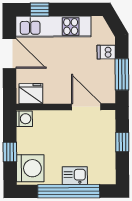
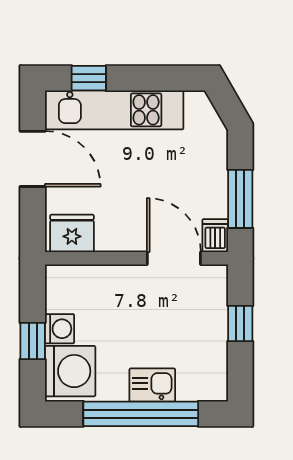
dishwasher: (106, 52) -> (215, 236), moved, turned 90
washing machine: (24, 119) -> (60, 329), moved

